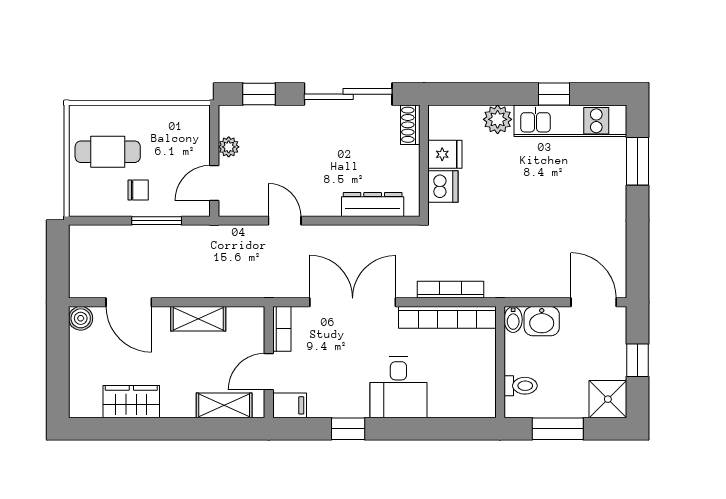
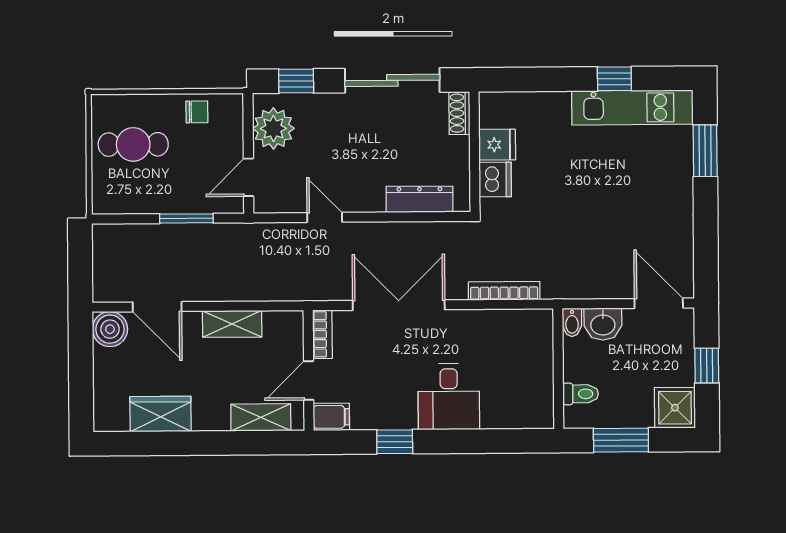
plant: (498, 119) -> (554, 107), removed
plant: (229, 147) -> (273, 128), width x1.88, depth x1.88
chair: (138, 190) -> (197, 112), moved
bookcase: (447, 317) -> (501, 321), removed
boiler: (81, 318) -> (110, 329), width x1.36, depth x1.36

